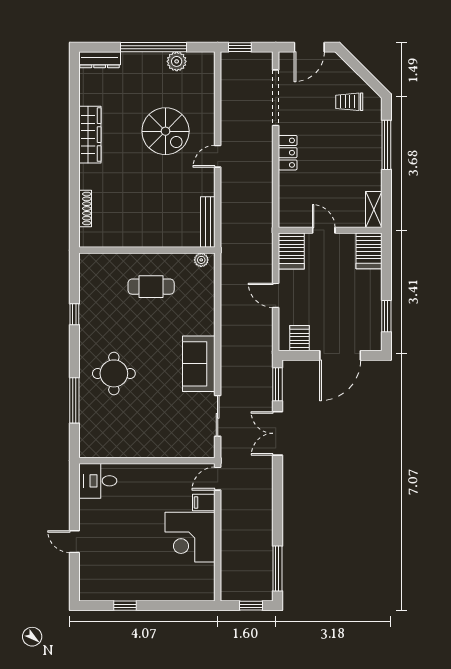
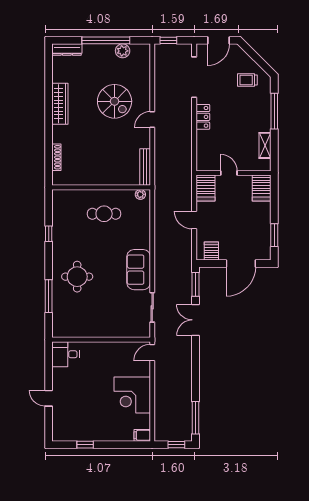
shelving: (374, 209) -> (265, 145), moved
filing cabinet: (204, 502) -> (142, 435), moved

